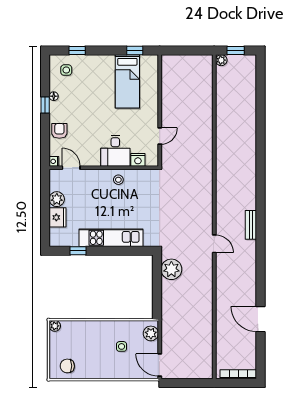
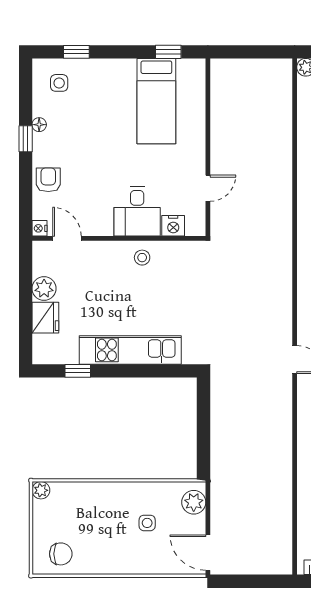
plant: (171, 269) -> (226, 400), removed
chair: (67, 366) -> (61, 554), turned 180

